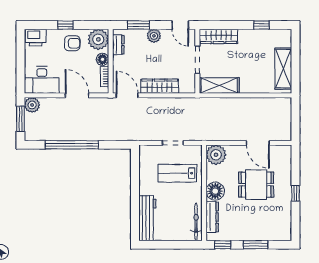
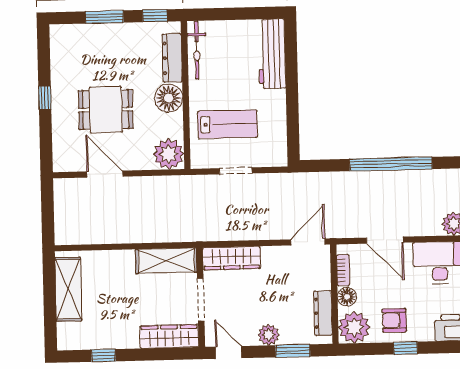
dresser: (118, 45) -> (323, 313), width x1.44
wardrobe: (160, 86) -> (232, 258), moved
door: (127, 95) -> (308, 242), swing flipped

